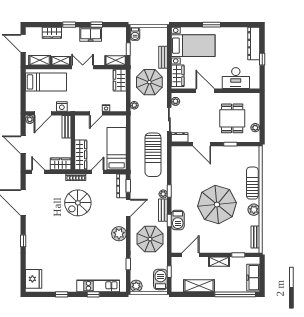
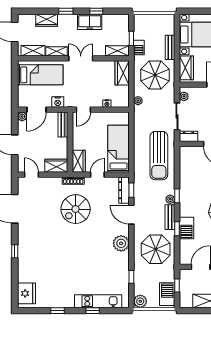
barbecue: (135, 34) -> (139, 48), moved
door: (96, 113) -> (83, 110), moved
wardrobe: (81, 155) -> (79, 161), width x0.67
door: (128, 208) -> (131, 215), swing flipped

